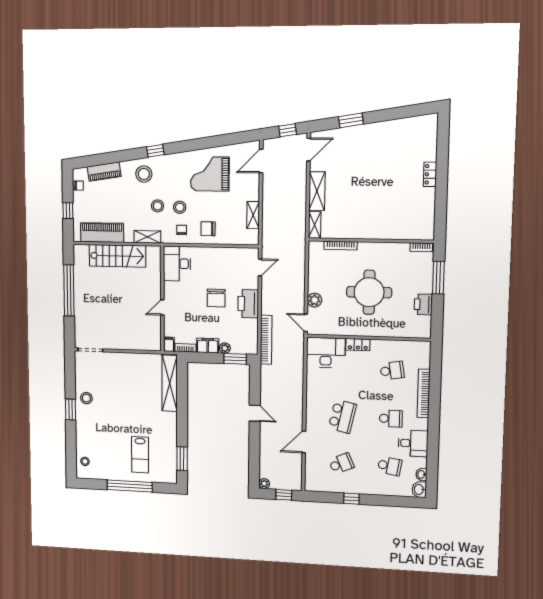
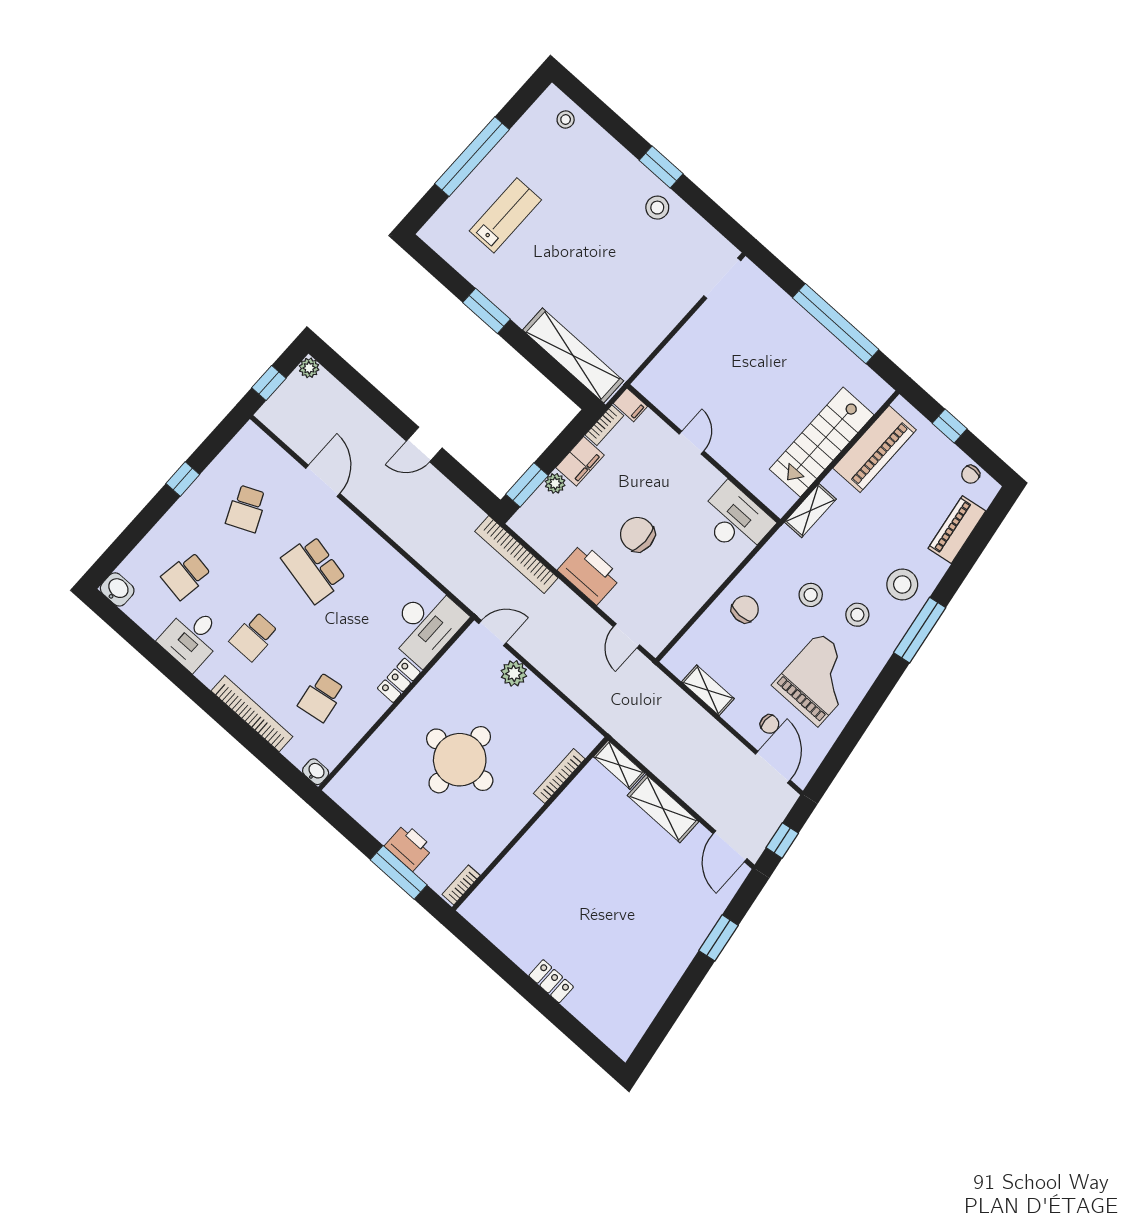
window: (155, 151) -> (920, 630), width x2.17
stool: (158, 206) -> (857, 615), moved
chair: (182, 230) -> (770, 724), moved
printer: (423, 304) -> (409, 847), moved
lab bench: (140, 455) -> (505, 215), turned 90
window: (182, 459) -> (487, 311), moved
washbasin: (421, 474) -> (316, 772), moved

